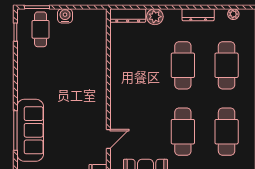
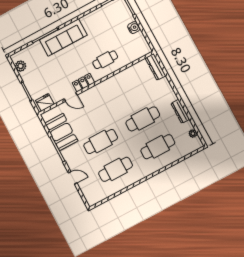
plant: (155, 17) -> (164, 85), removed
cafe table: (41, 29) -> (105, 60), moved
locker: (99, 114) -> (83, 83), added
sofa: (30, 130) -> (63, 37), moved

